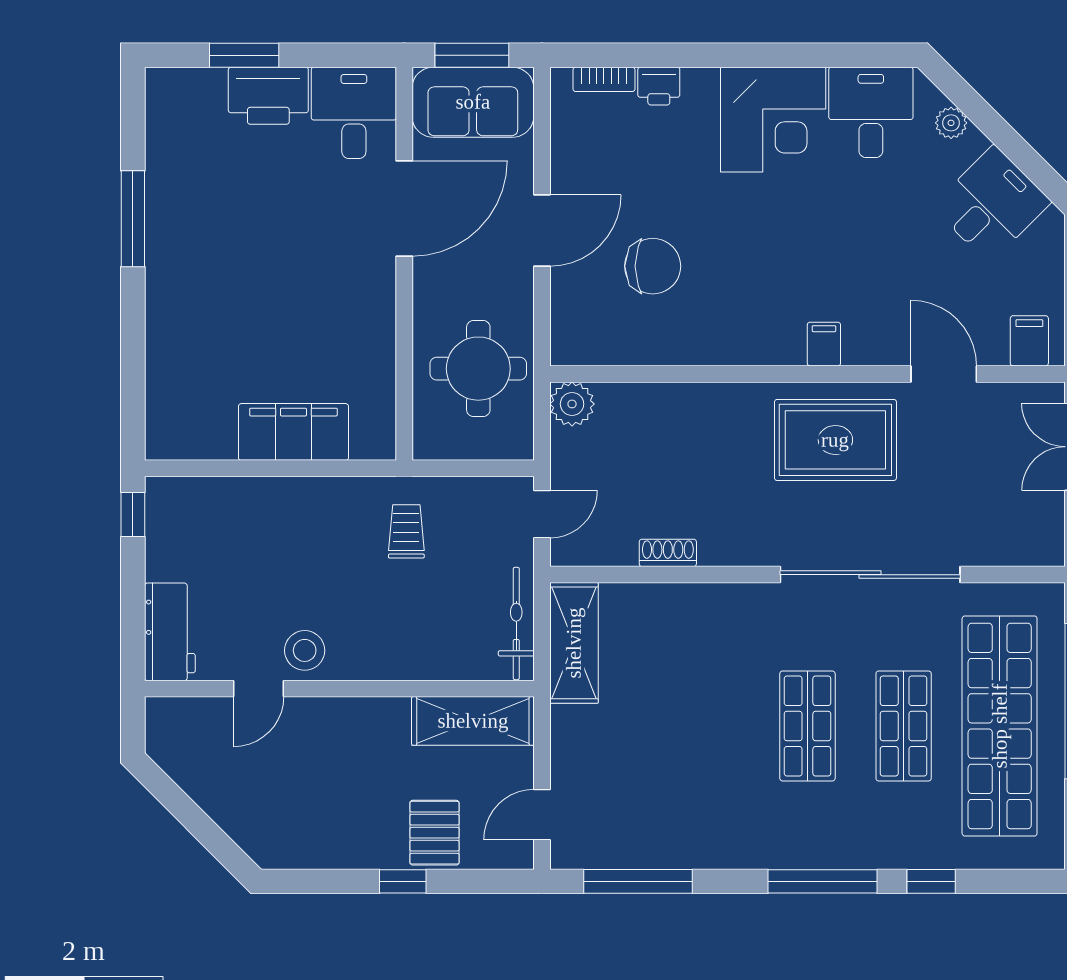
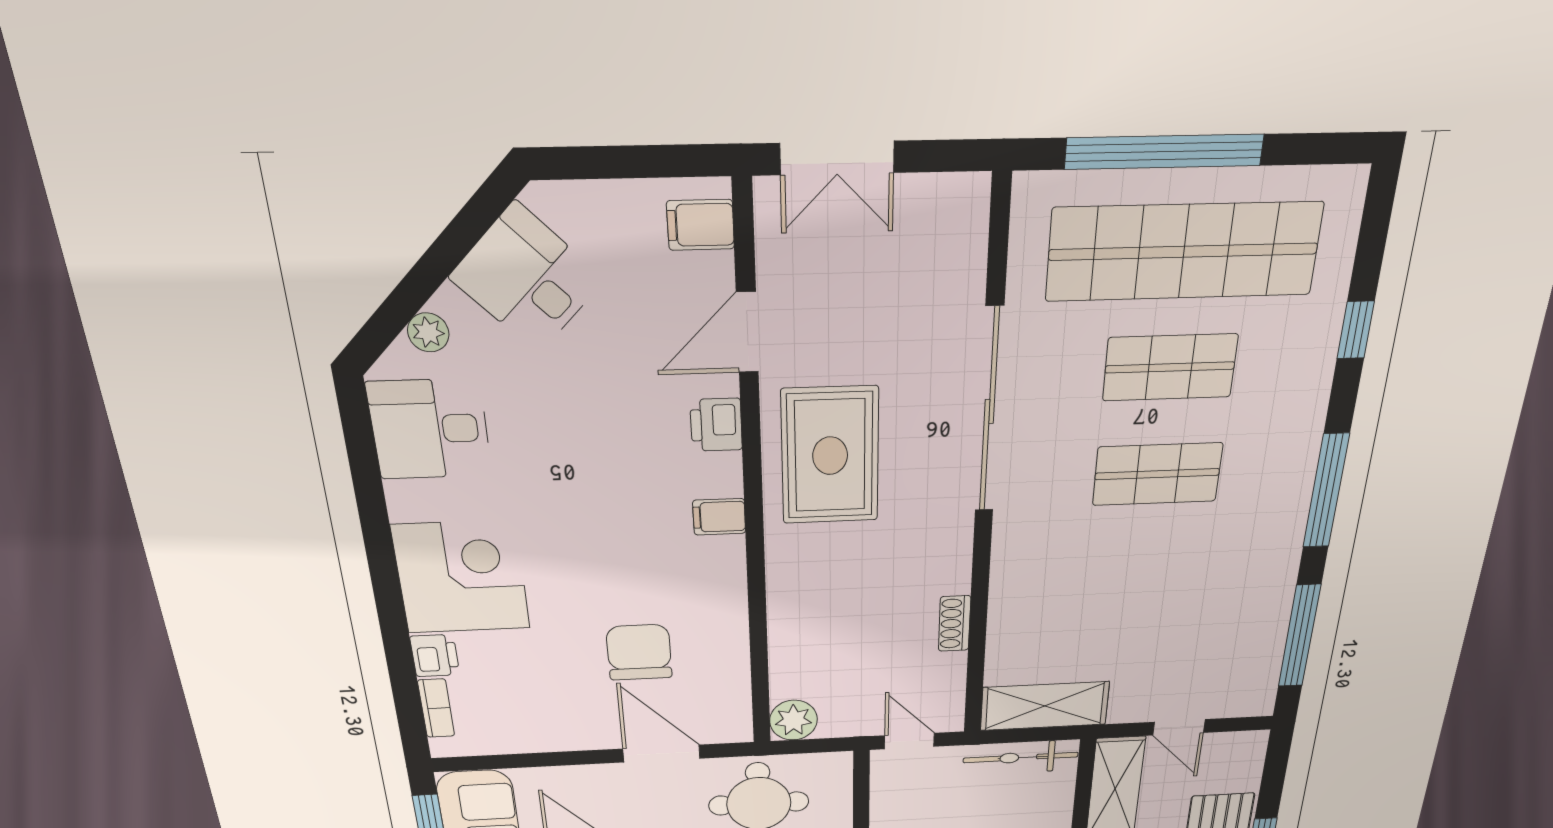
corner desk: (773, 120) -> (461, 577), moved
door: (542, 230) -> (661, 754), moved
filing cabinet: (824, 344) -> (719, 517), moved
printer: (866, 345) -> (716, 425), added
door: (542, 815) -> (1179, 727), moved
window: (822, 881) -> (1326, 491), moved

